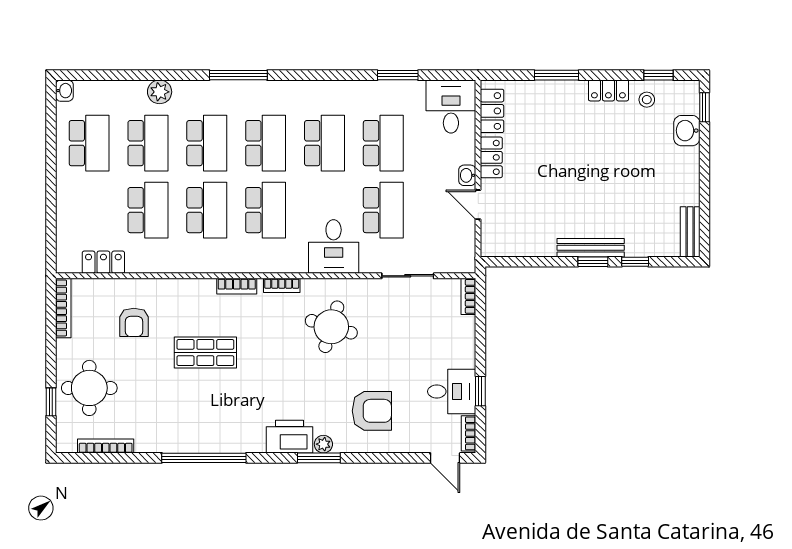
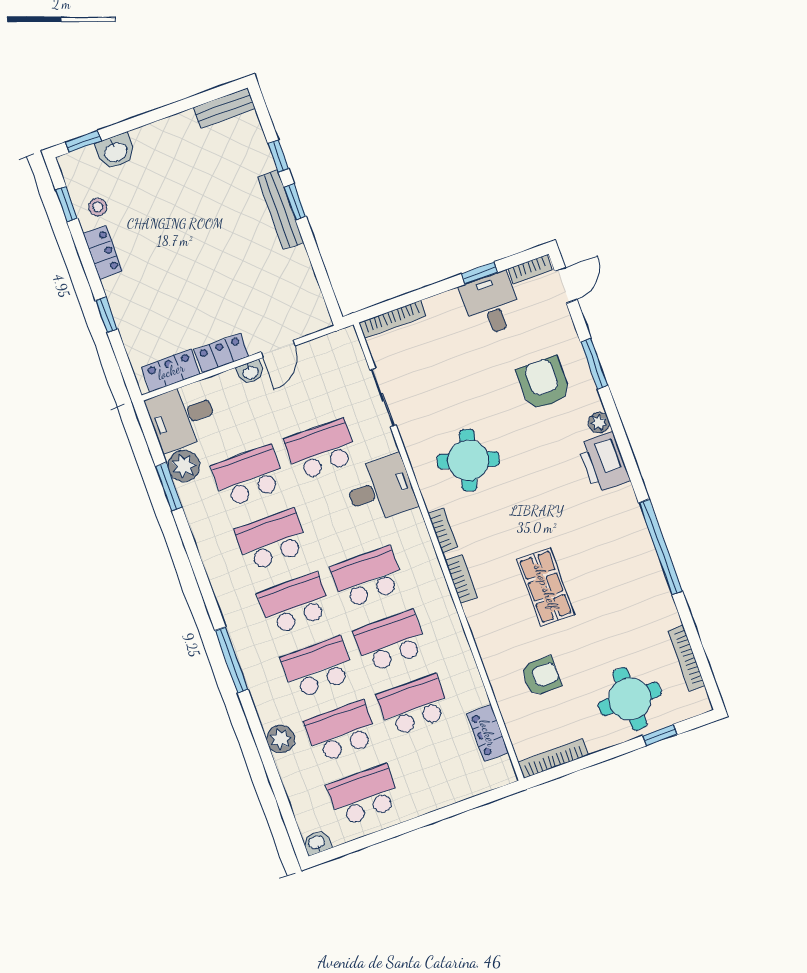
window: (557, 75) -> (107, 315), width x0.67
plant: (411, 93) -> (184, 466), added
bookcase: (468, 296) -> (392, 319), width x1.56
window: (319, 458) -> (594, 364), moved

